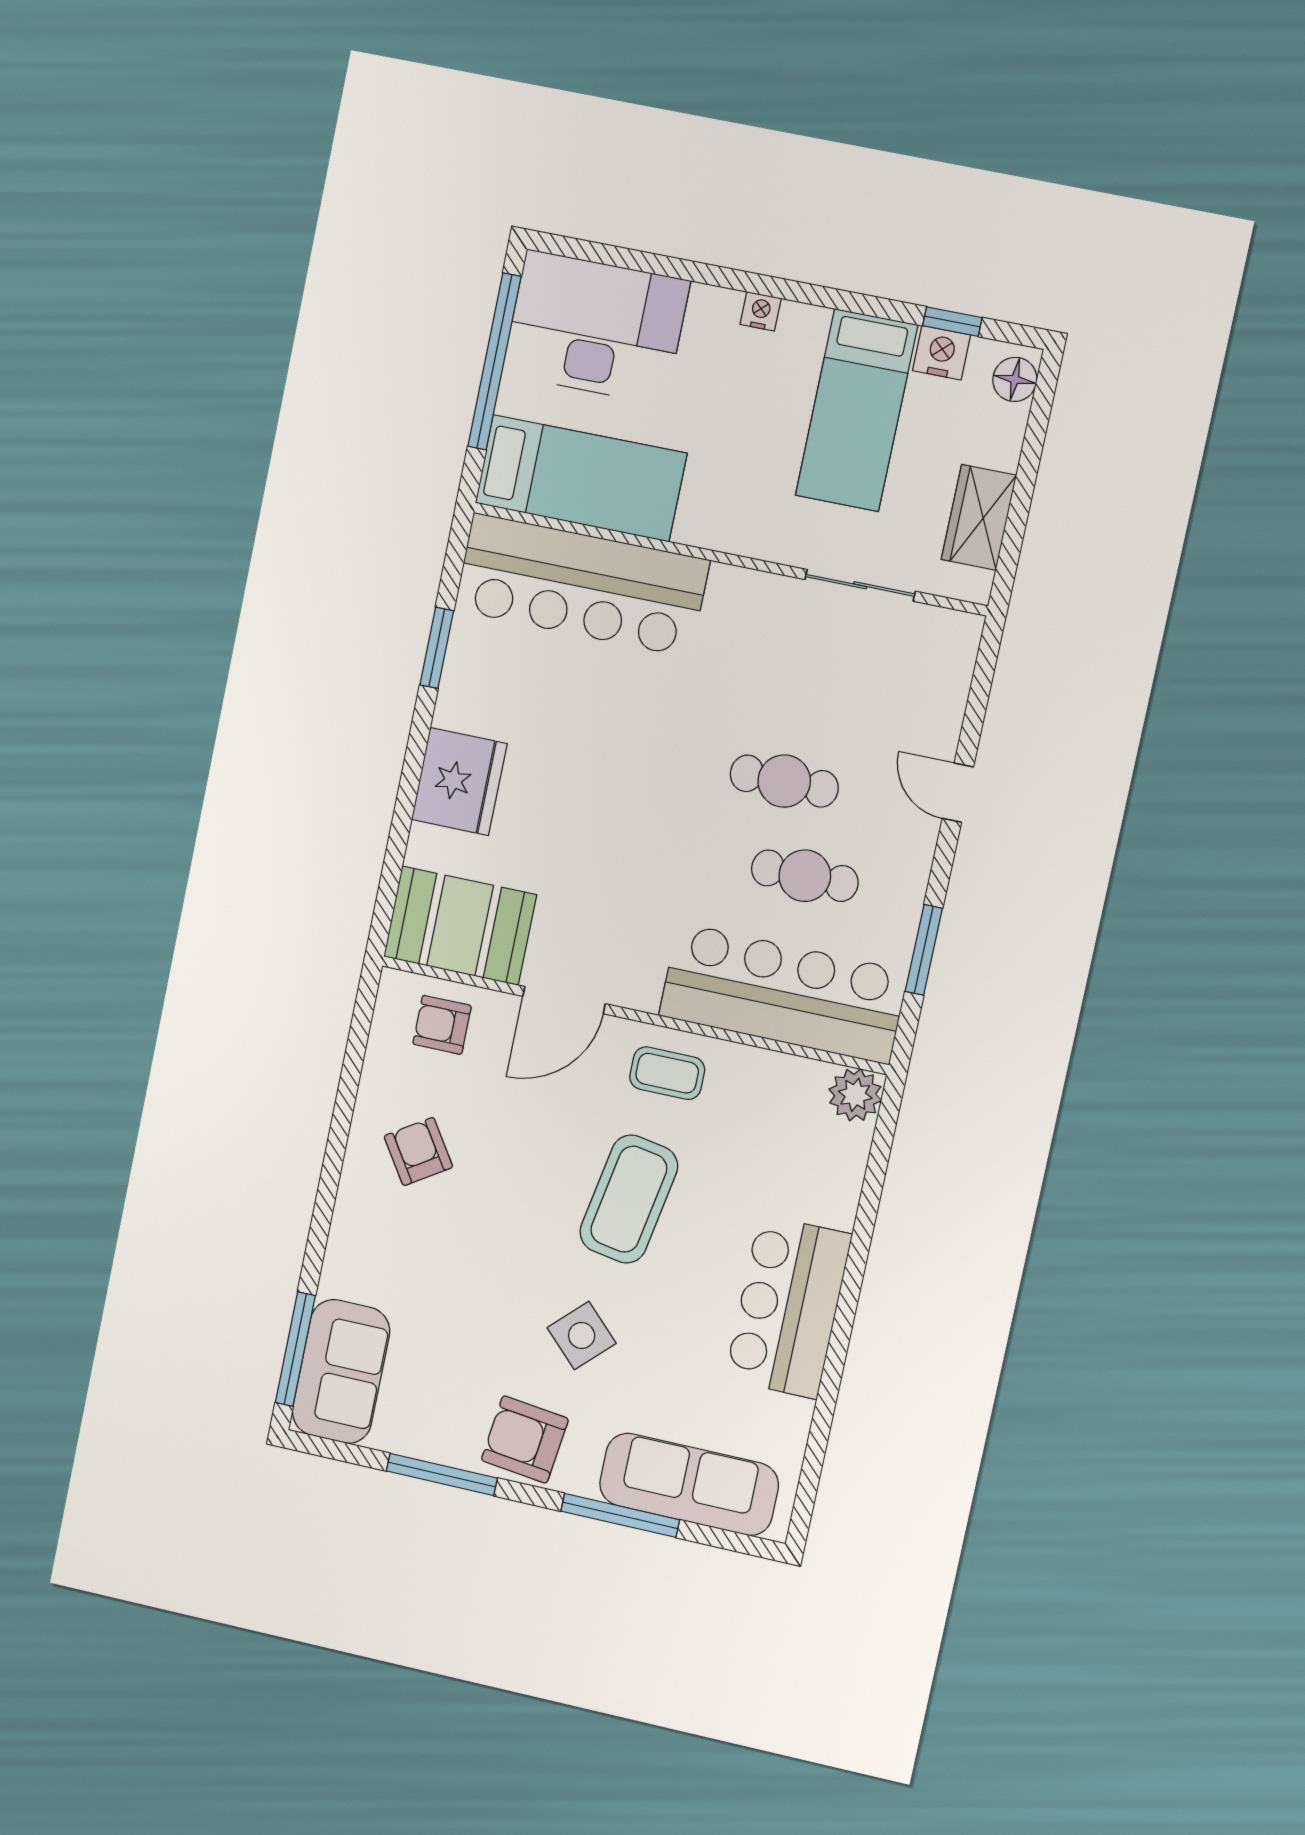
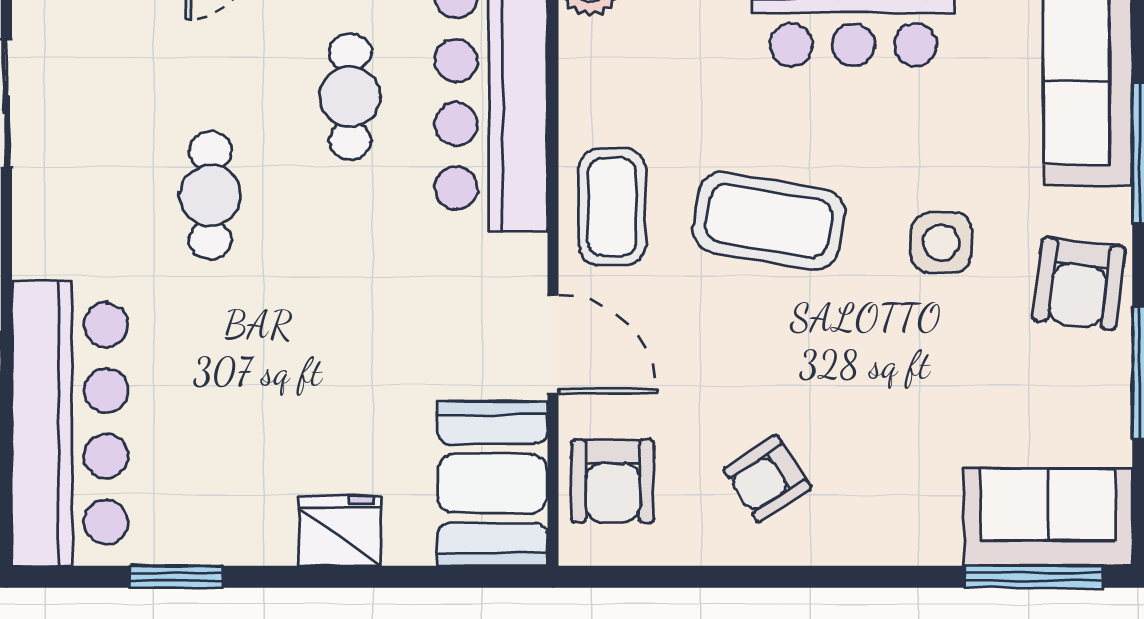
cafe table: (784, 781) -> (210, 195), moved
fridge: (459, 782) -> (340, 531), width x0.73, depth x0.75
armchair: (442, 1025) -> (613, 481), width x1.38, depth x1.38
coffee table: (667, 1073) -> (612, 207), width x1.36, depth x1.30
side table: (582, 1335) -> (941, 243), turned 45

